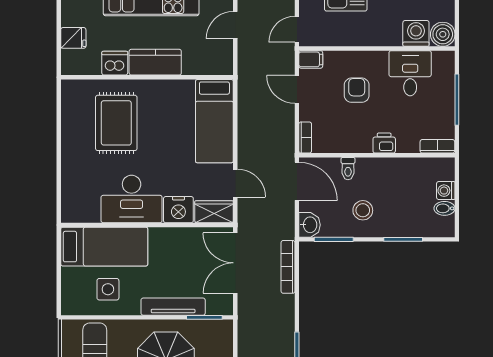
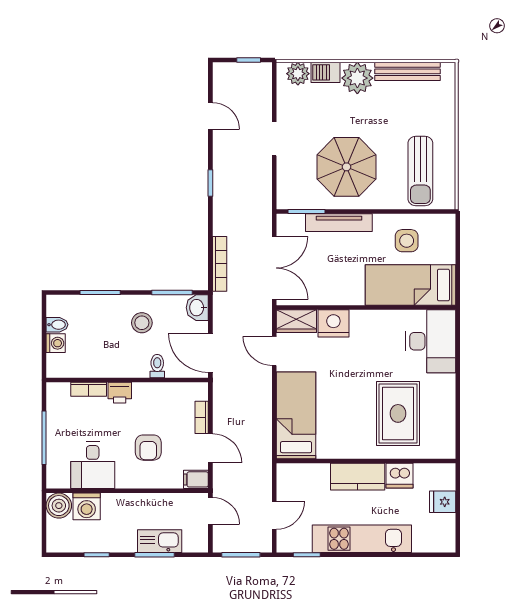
door: (297, 29) -> (210, 511), hinge flipped
bookcase: (305, 137) -> (202, 417), moved
bookcase: (437, 146) -> (89, 389), moved
desk: (132, 199) -> (431, 341), moved, turned 90

